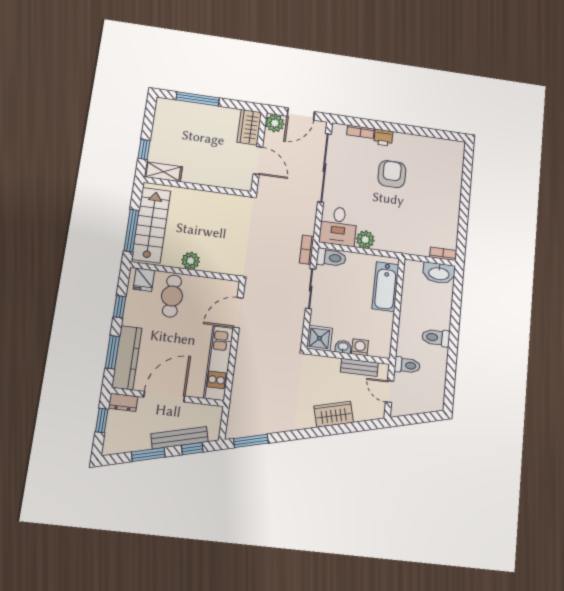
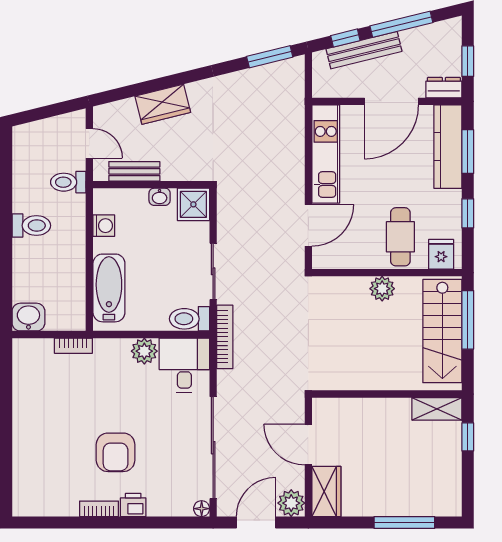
floor lamp: (337, 128) -> (202, 509), added
bookcase: (360, 132) -> (99, 509), moved
bookcase: (307, 250) -> (225, 337), width x1.56
bookcase: (443, 254) -> (73, 346), moved
washbasin: (439, 273) -> (28, 317), width x0.72
washing machine: (360, 347) -> (104, 226), moved, turned -90
window: (148, 455) -> (401, 24), width x1.44

